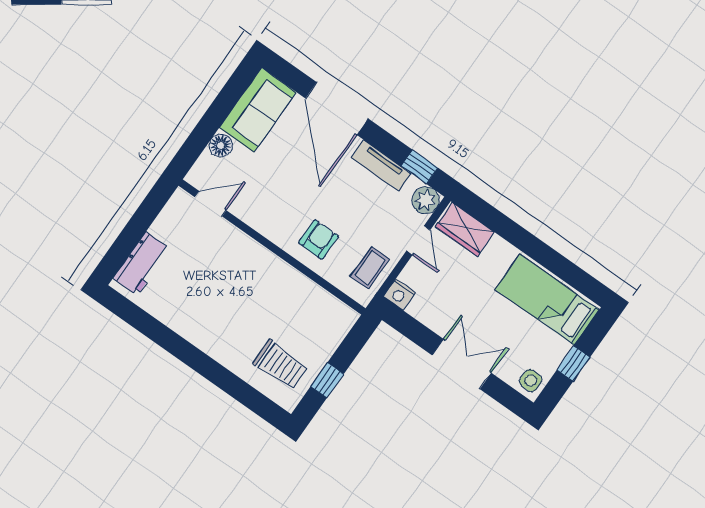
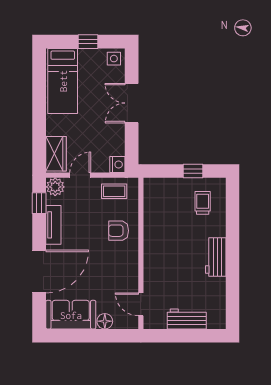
workbench: (141, 263) -> (187, 319), moved
workbench: (204, 334) -> (216, 257), added
trolley: (280, 365) -> (203, 203), width x0.73, depth x0.72

